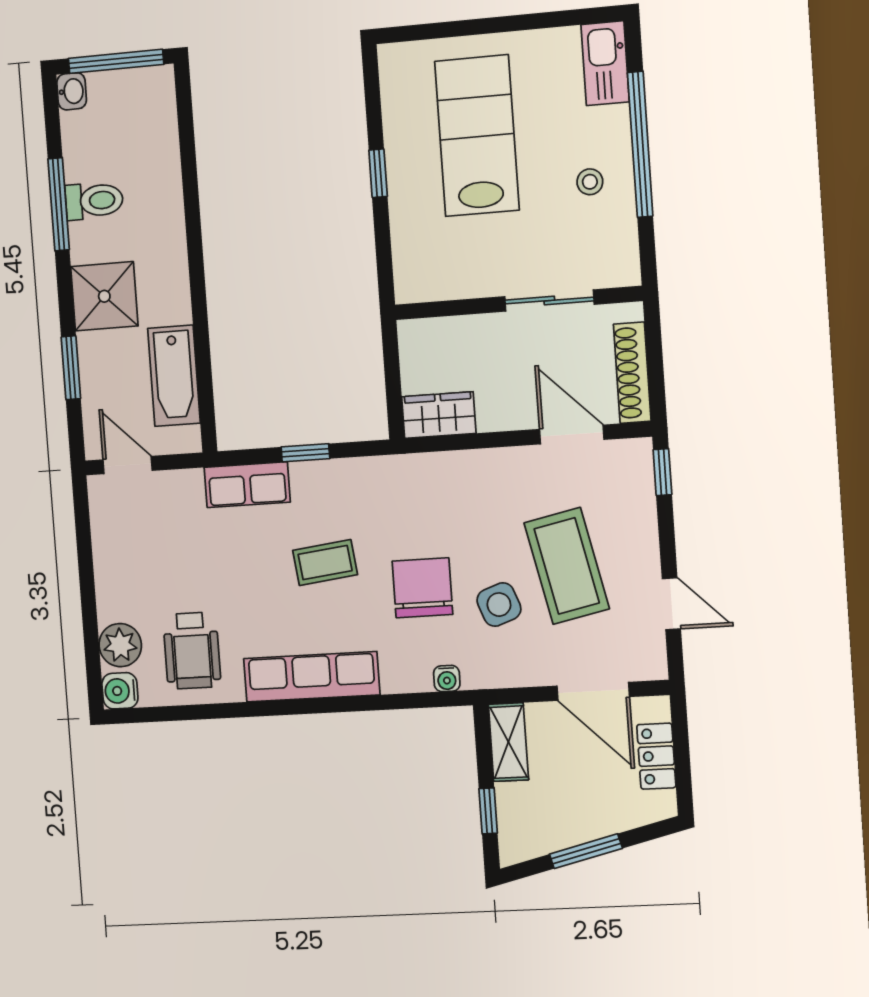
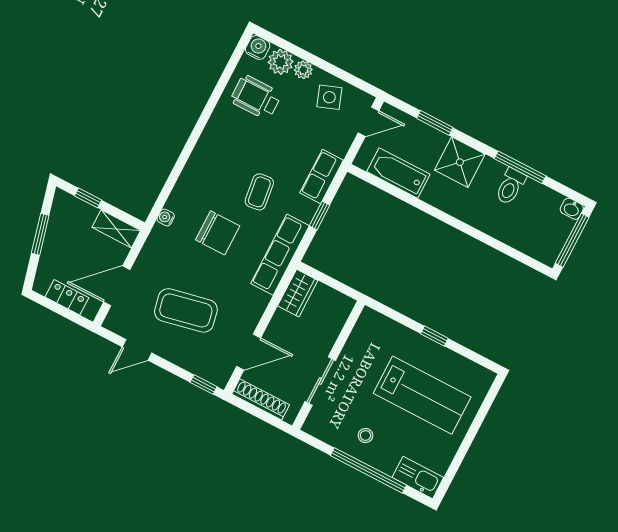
plant: (111, 605) -> (303, 70), added
side table: (499, 605) -> (329, 97), moved
row of seats: (312, 677) -> (280, 255), moved, turned 180

